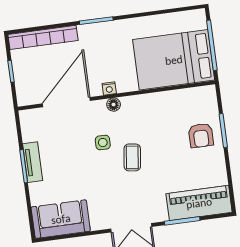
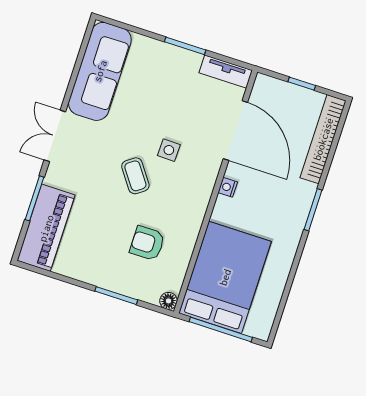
floor lamp: (114, 105) -> (169, 301), moved
armchair: (201, 135) -> (147, 243), moved
coffee table: (132, 157) -> (135, 176), turned 47
tv unit: (33, 162) -> (226, 72), moved
sofa: (61, 219) -> (100, 71), width x1.36

